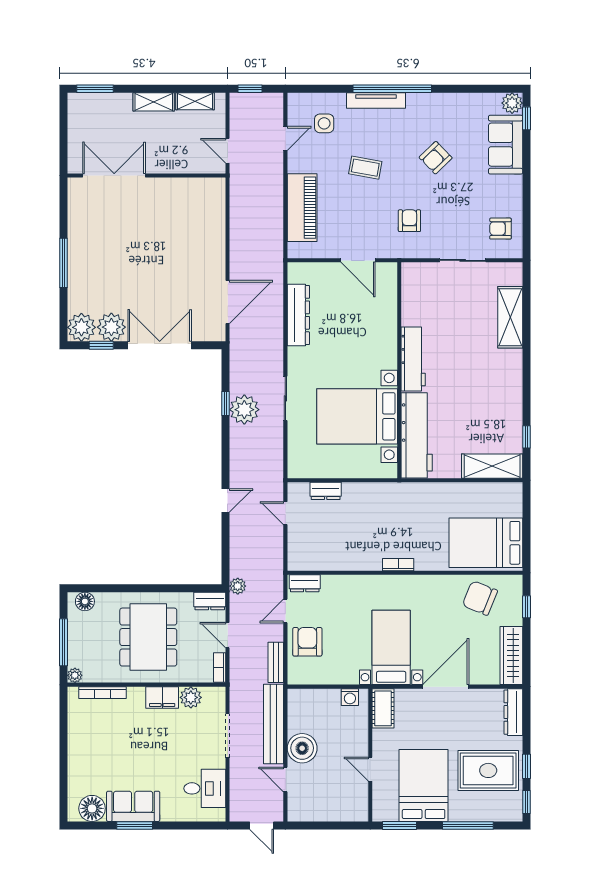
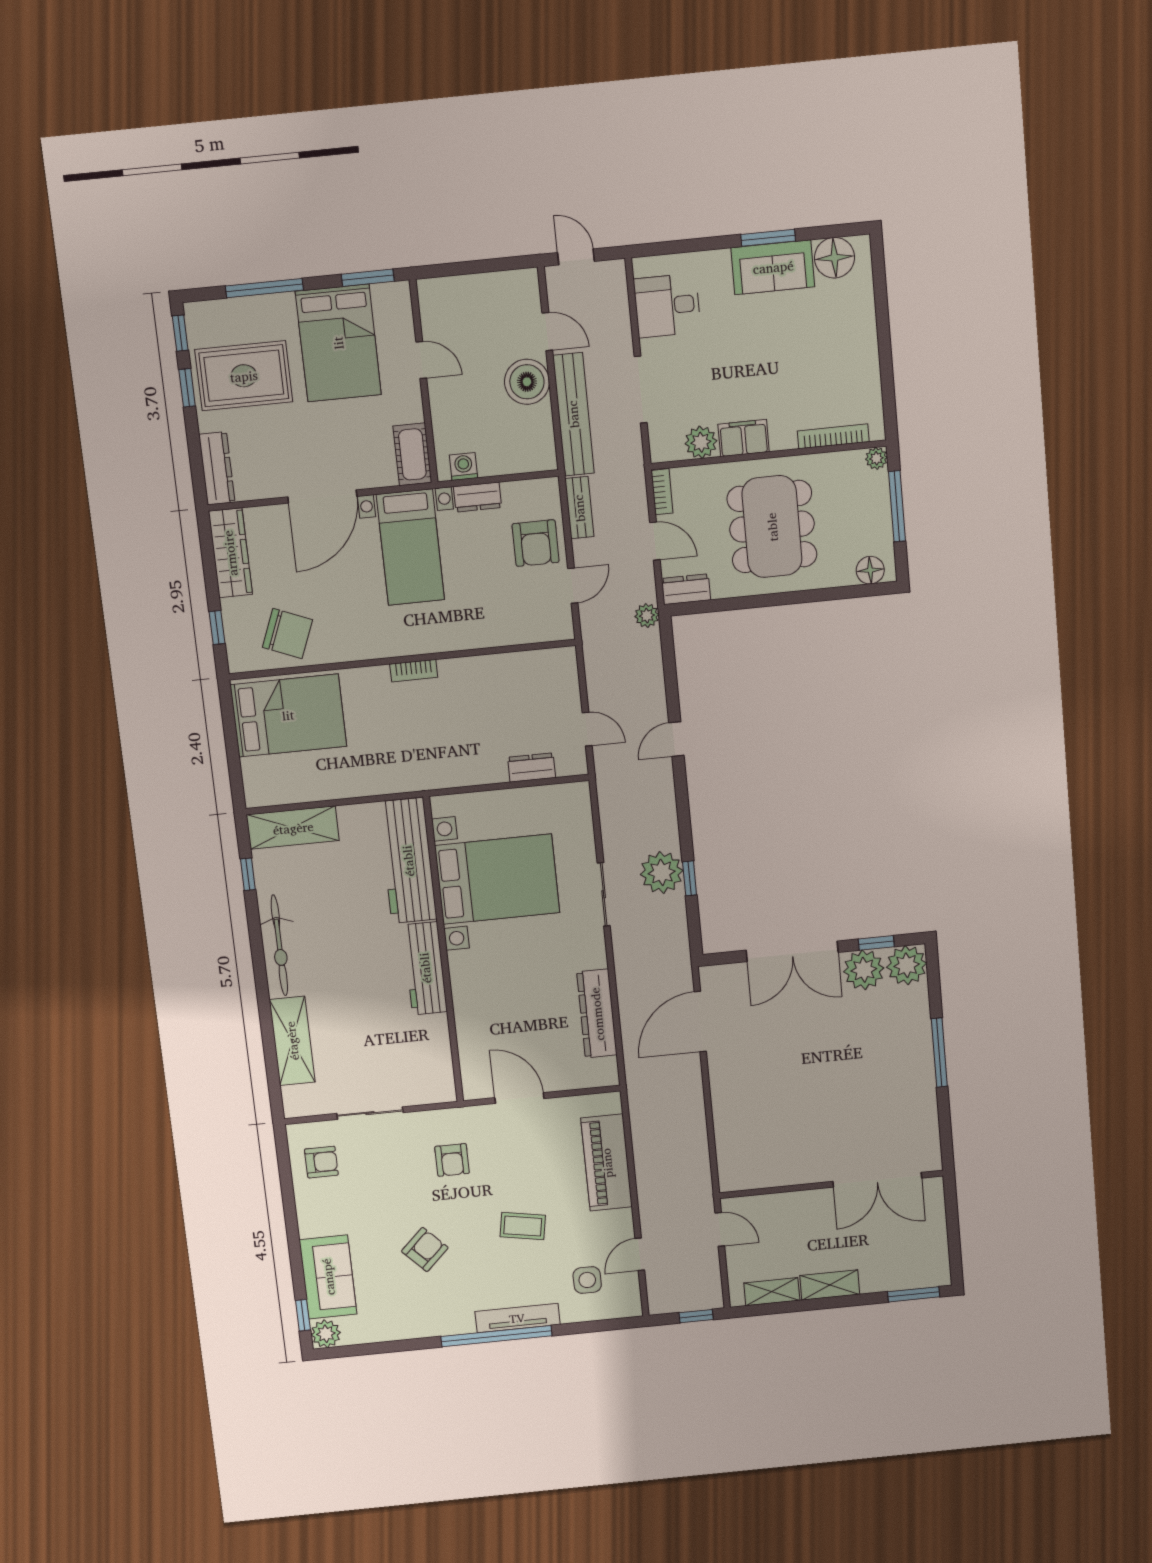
bicycle: (511, 385) -> (279, 945), added
dresser: (305, 583) -> (478, 497), moved, turned 180

